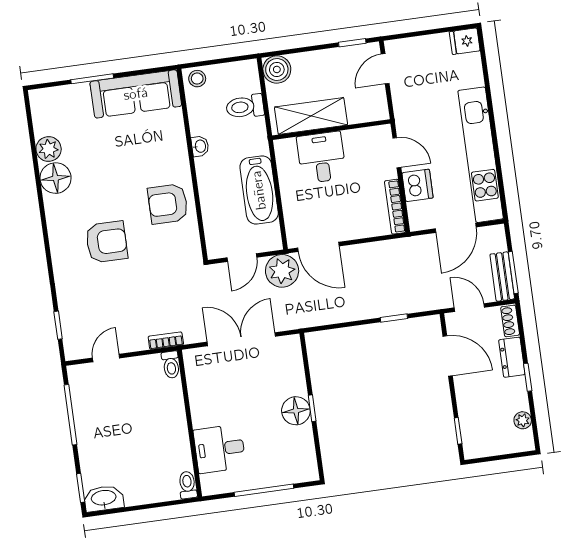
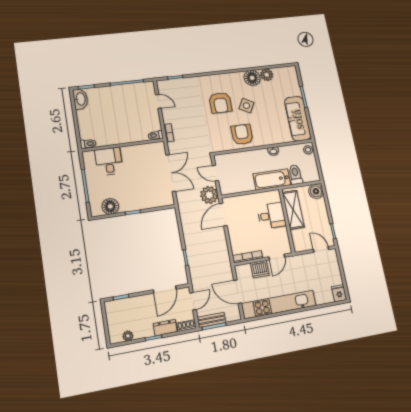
bathtub: (259, 190) -> (272, 179), moved
side table: (111, 192) -> (246, 106), added
floor lamp: (296, 411) -> (110, 206), moved

